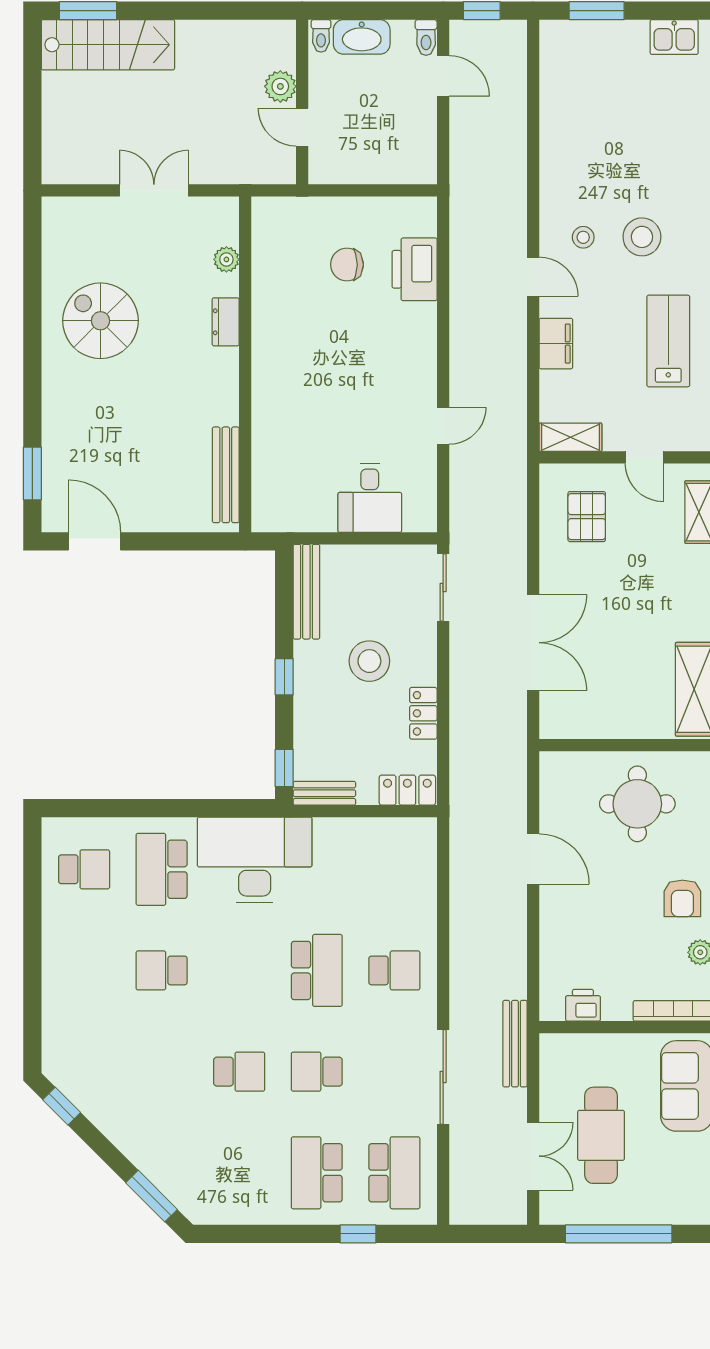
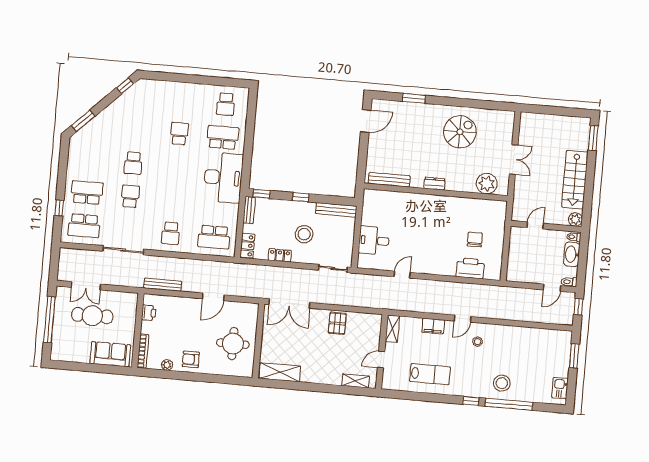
stairs: (108, 45) -> (575, 180), moved
plant: (280, 86) -> (575, 220), moved
stool: (642, 237) -> (502, 383), moved
plant: (226, 259) -> (487, 184), width x1.87, depth x1.87
dresser: (226, 322) -> (434, 184), moved
door: (443, 426) -> (402, 275), swing flipped
window: (32, 473) -> (414, 98), moved
pallet: (587, 517) -> (337, 323), moved, turned 90
double door: (533, 643) -> (289, 304), moved
school desk: (317, 970) -> (214, 237), moved
bench: (515, 1044) -> (163, 285), moved

